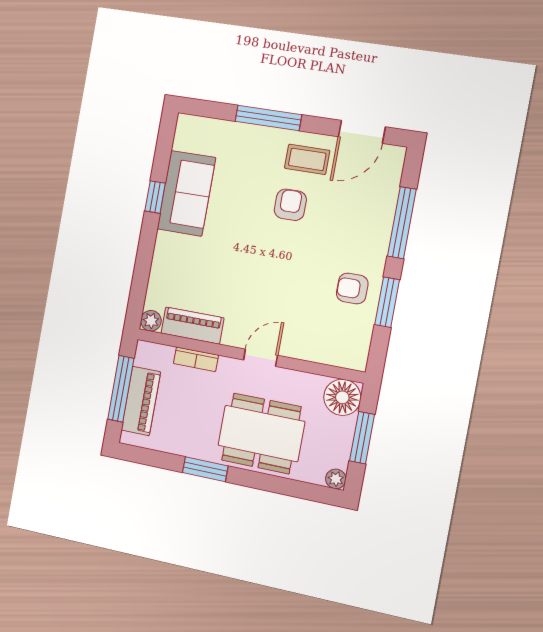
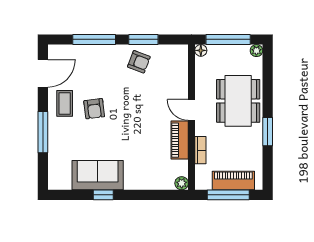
door: (362, 132) -> (43, 73), hinge flipped
armchair: (290, 205) -> (94, 109), turned -97
armchair: (352, 288) -> (139, 62), turned -69
piano: (192, 326) -> (180, 140), moved
floor lamp: (342, 397) -> (201, 50), width x0.53, depth x0.53
window: (362, 438) -> (228, 39), width x1.44

